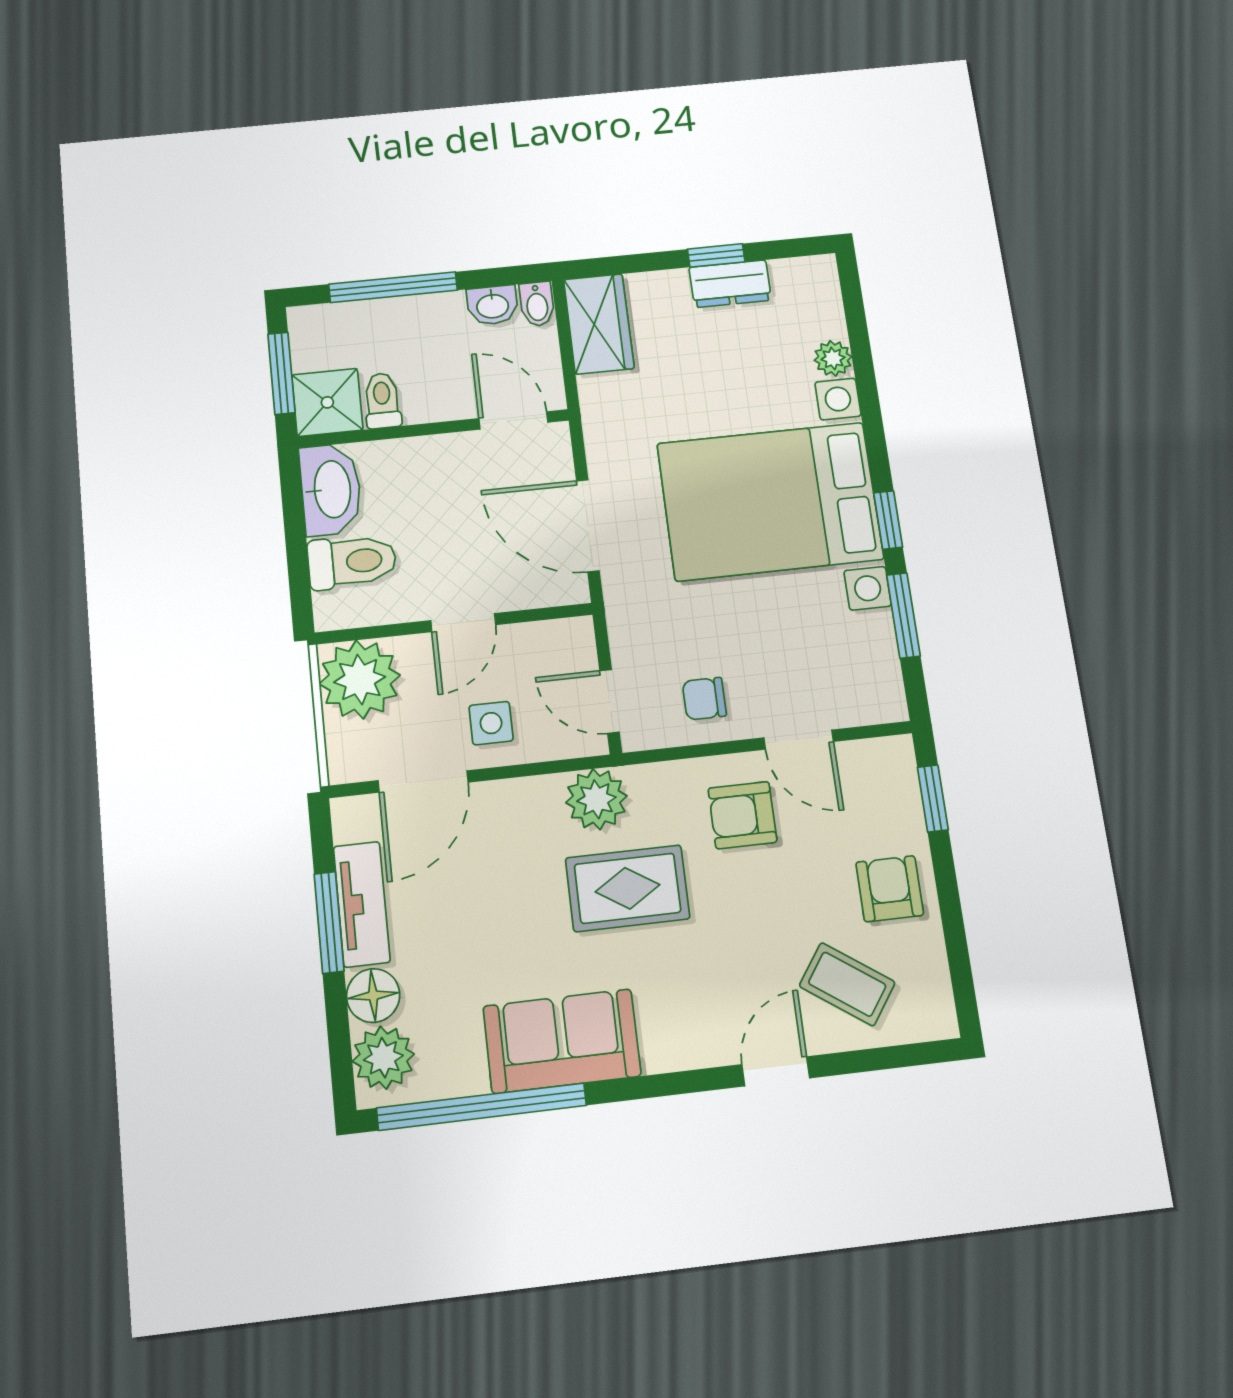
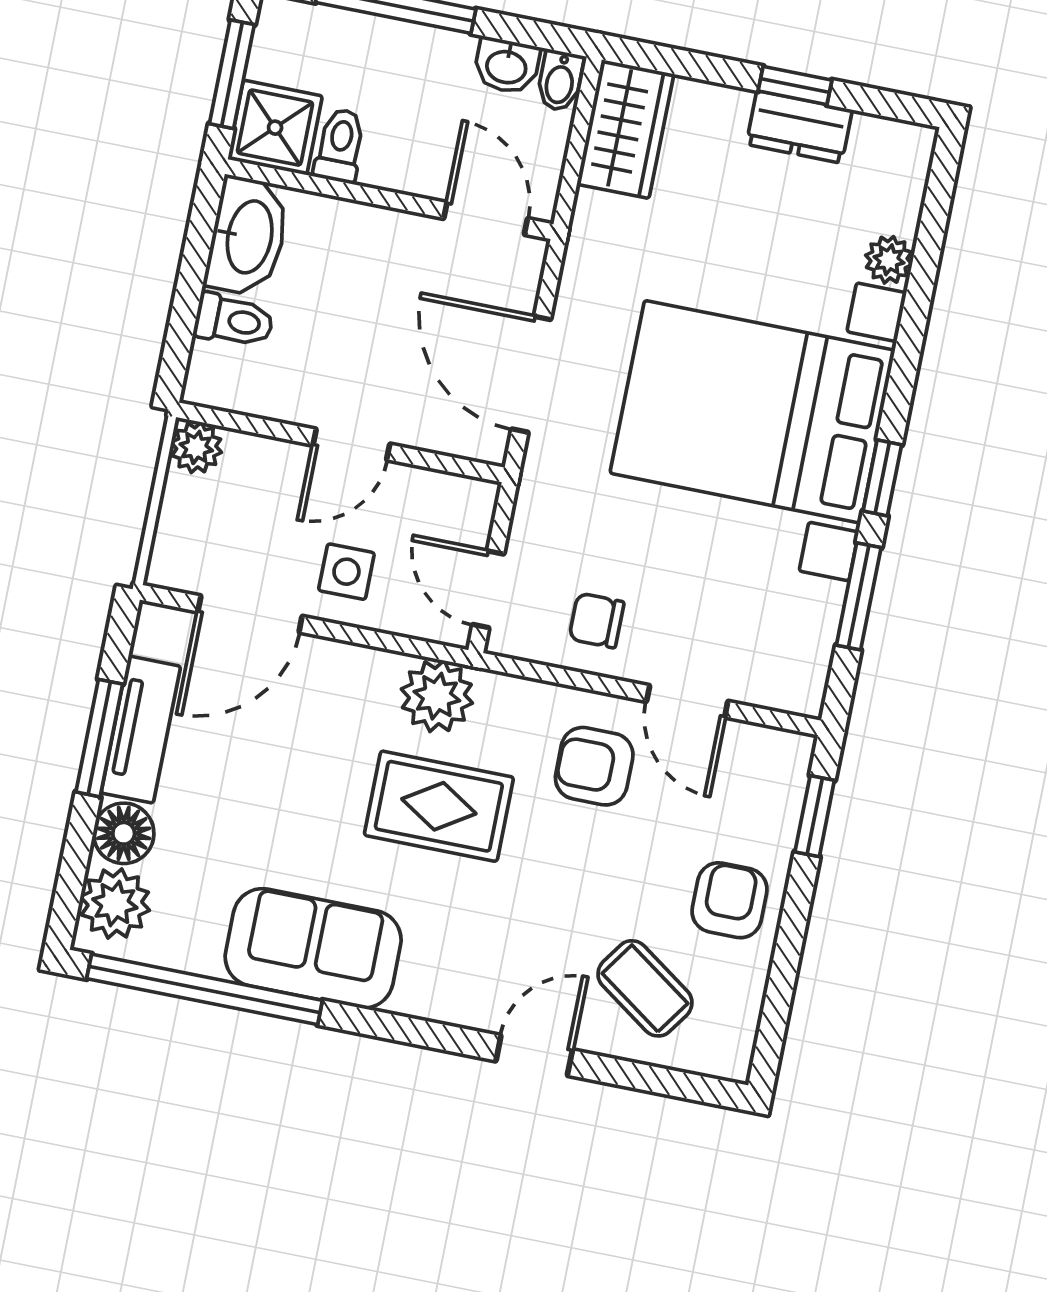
toilet: (352, 562) -> (234, 320), width x0.73, depth x0.72
plant: (360, 679) -> (196, 447), width x0.53, depth x0.53

